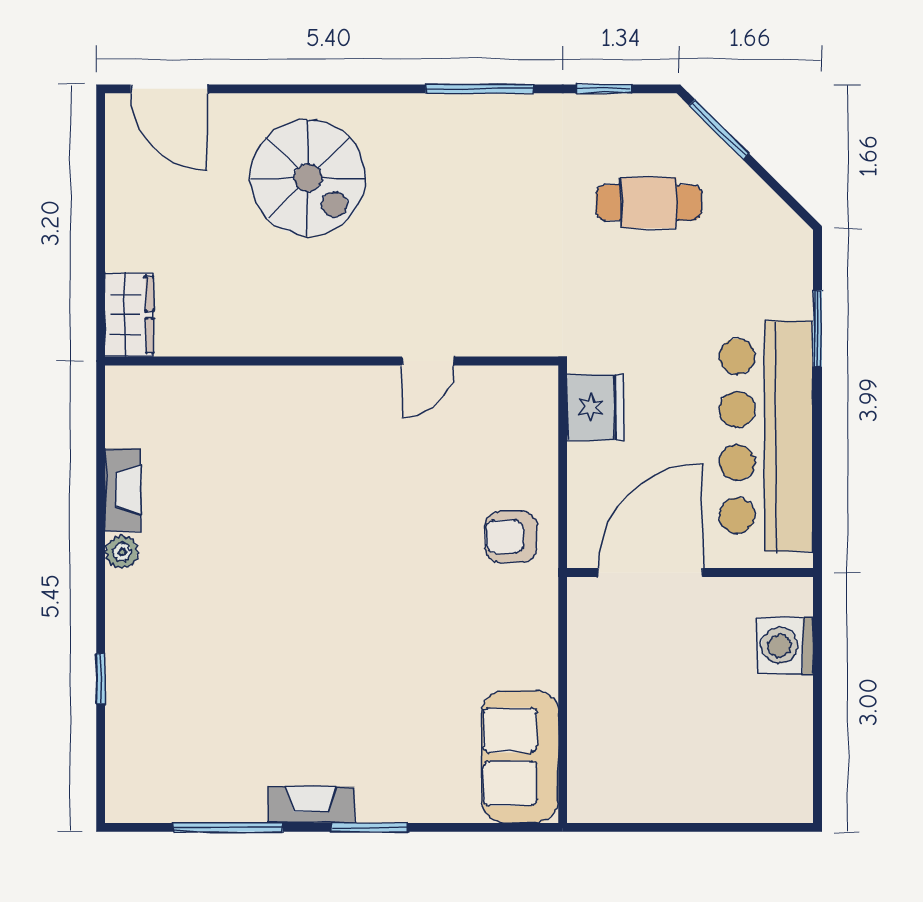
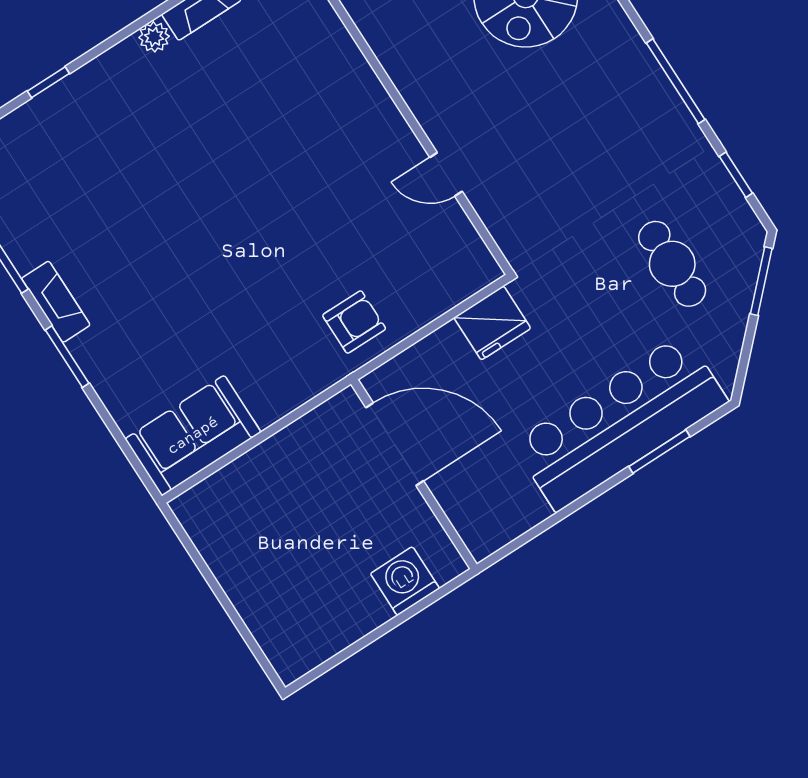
bar counter: (766, 436) -> (620, 422), moved
armchair: (511, 537) -> (354, 322), turned 90

